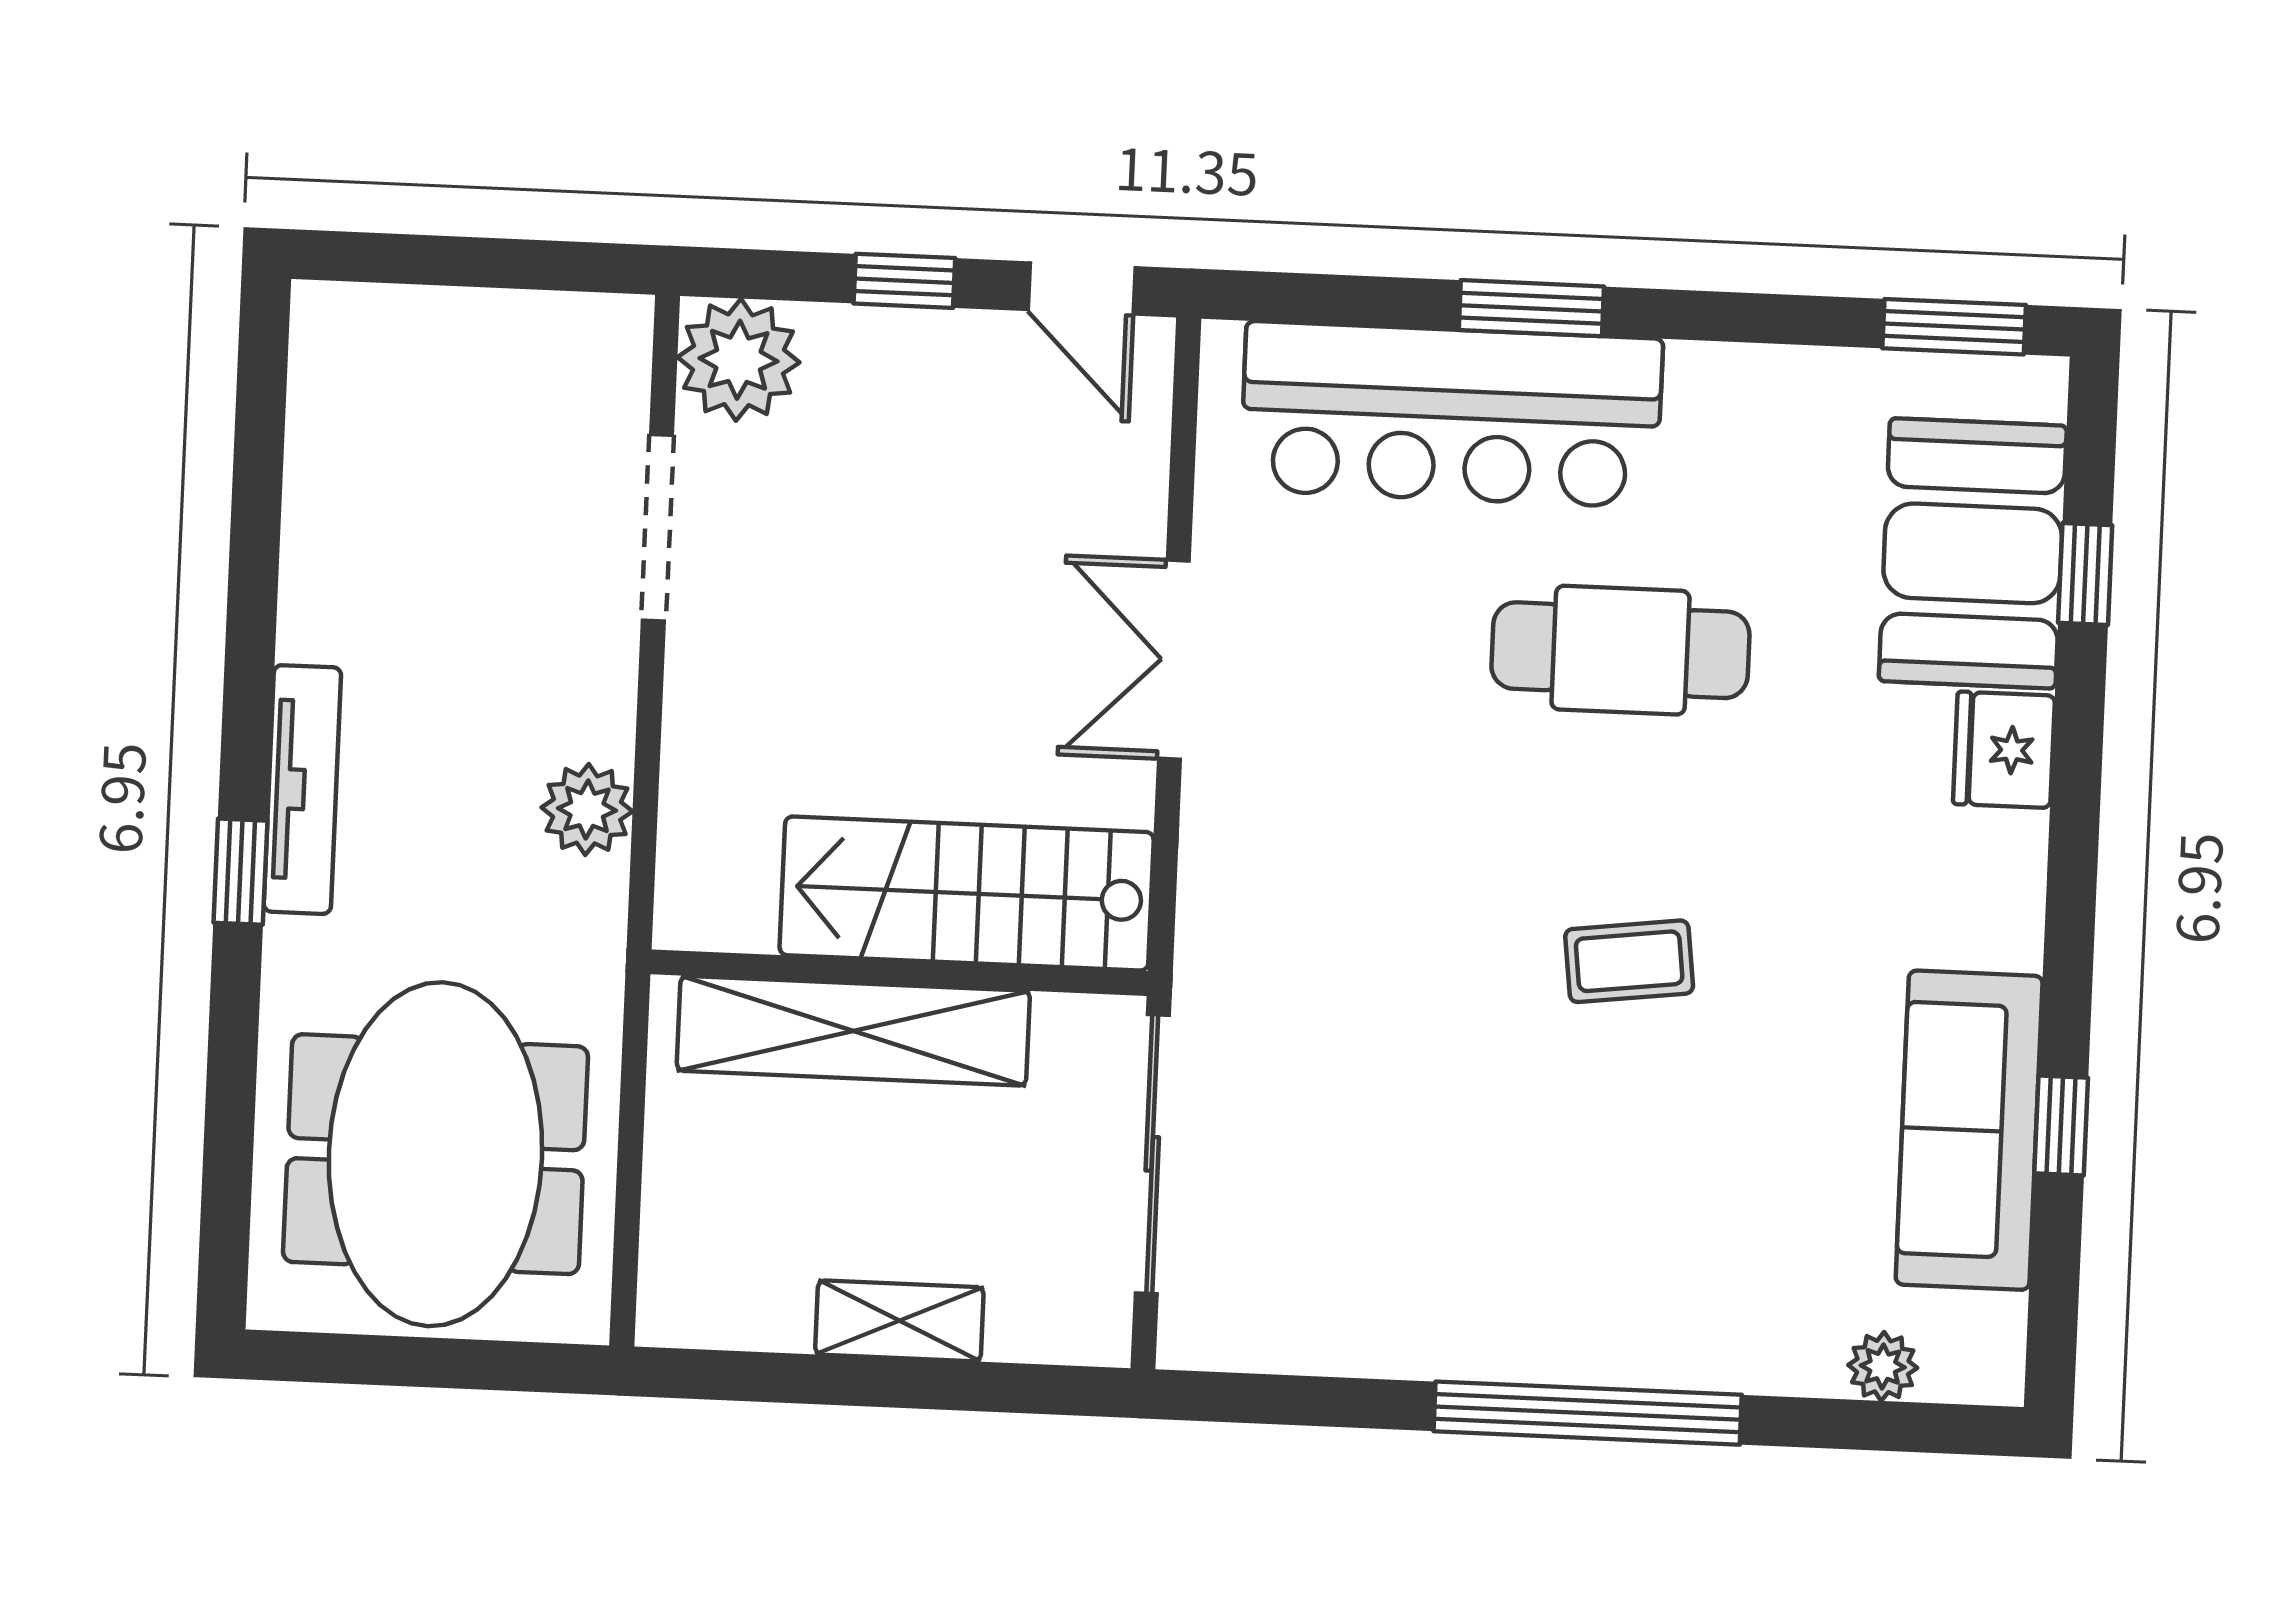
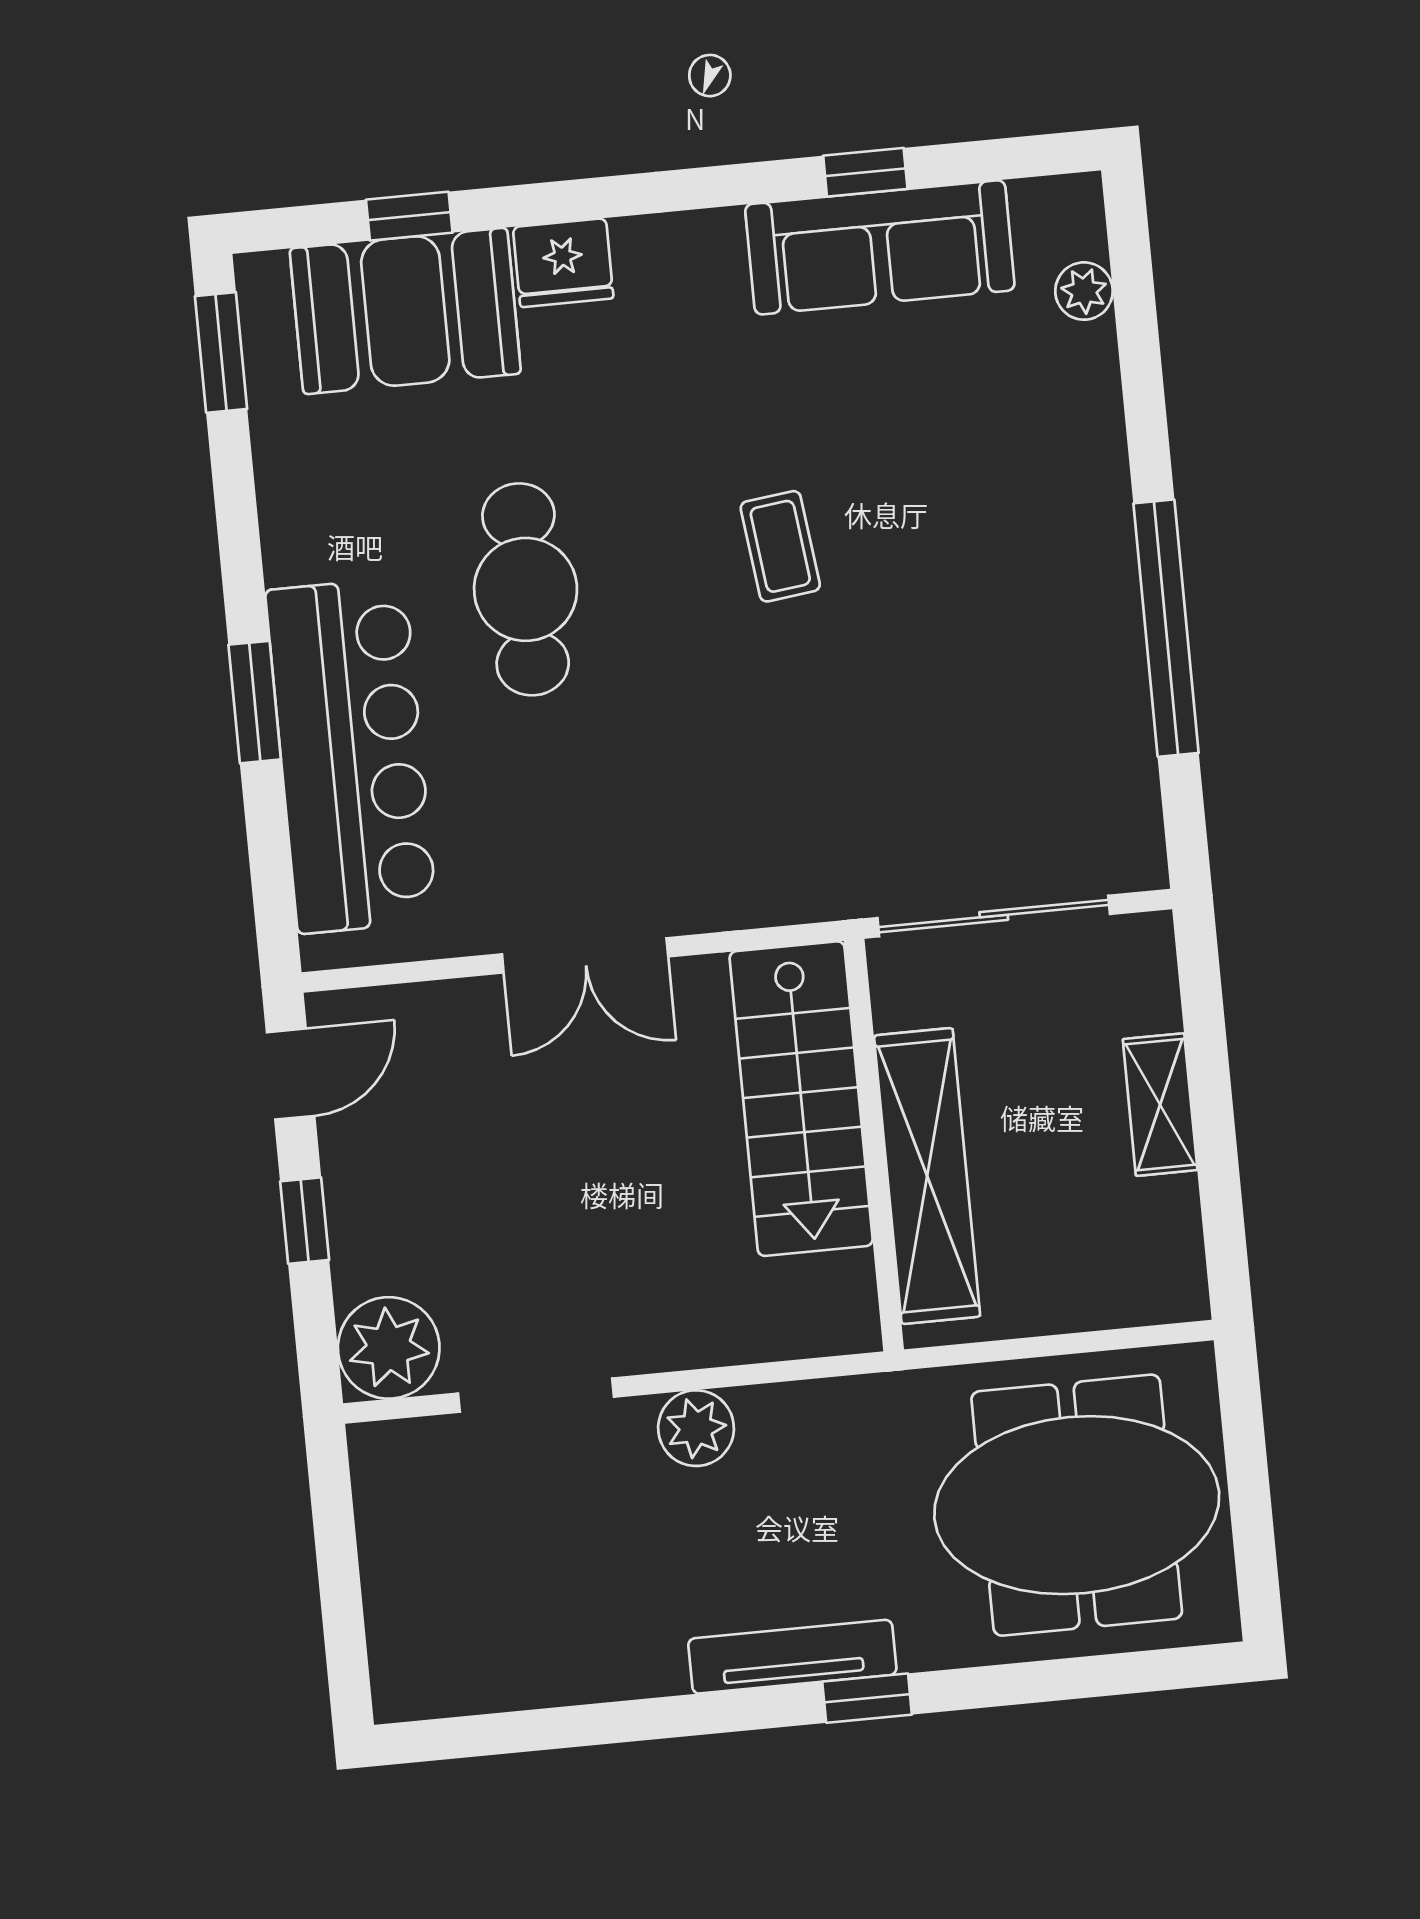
plant: (587, 809) -> (696, 1428), moved
window: (1588, 1413) -> (1166, 628), moved

